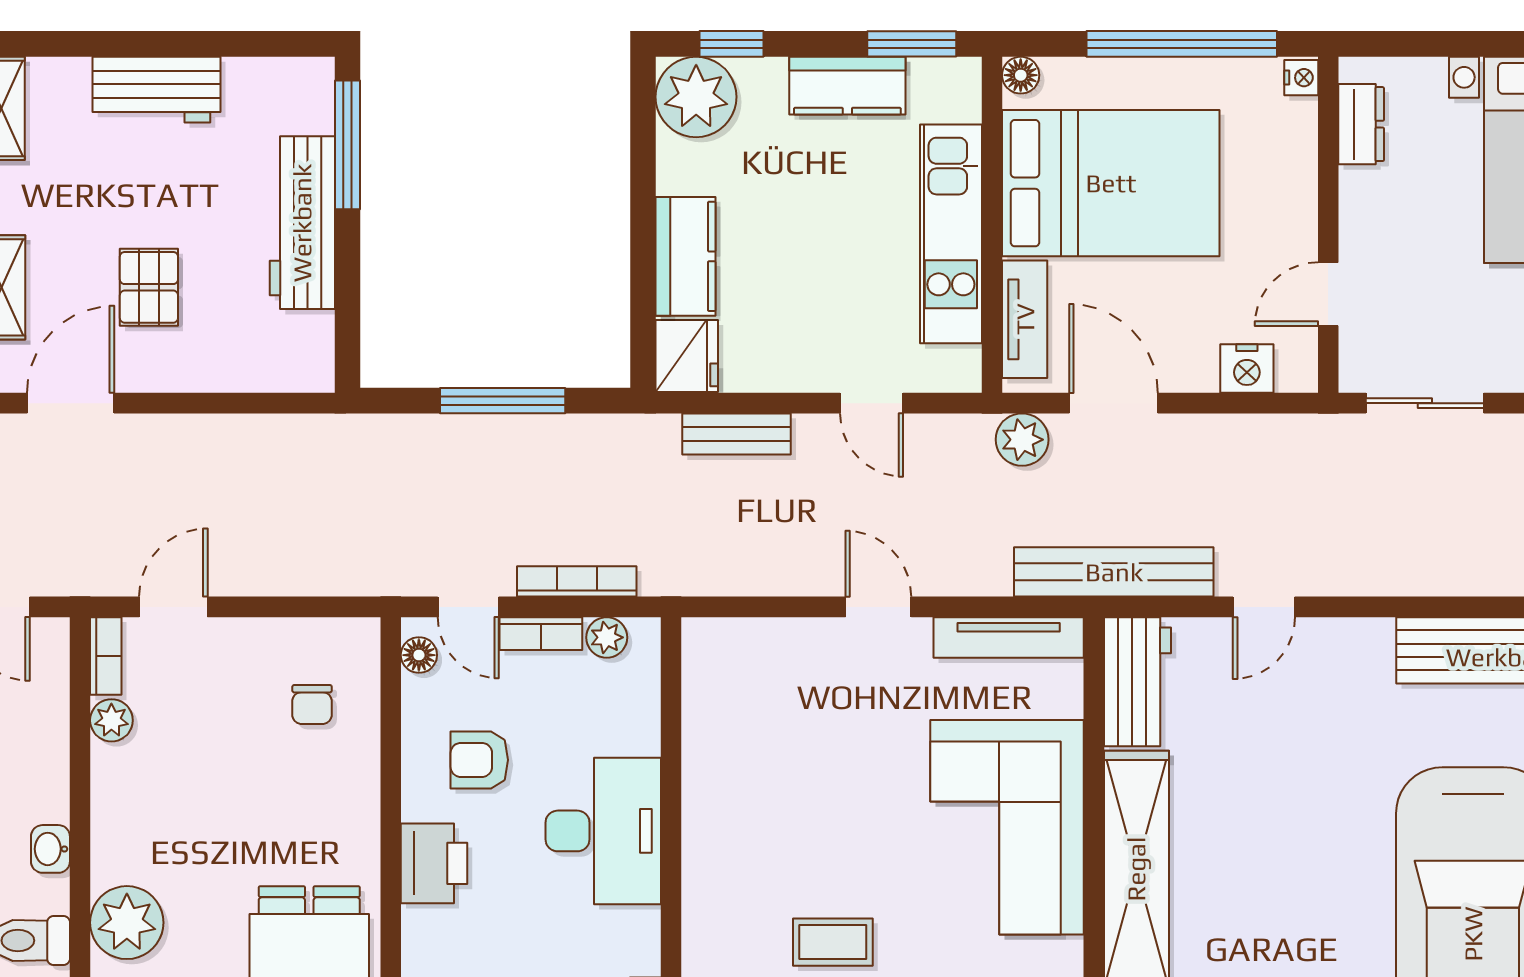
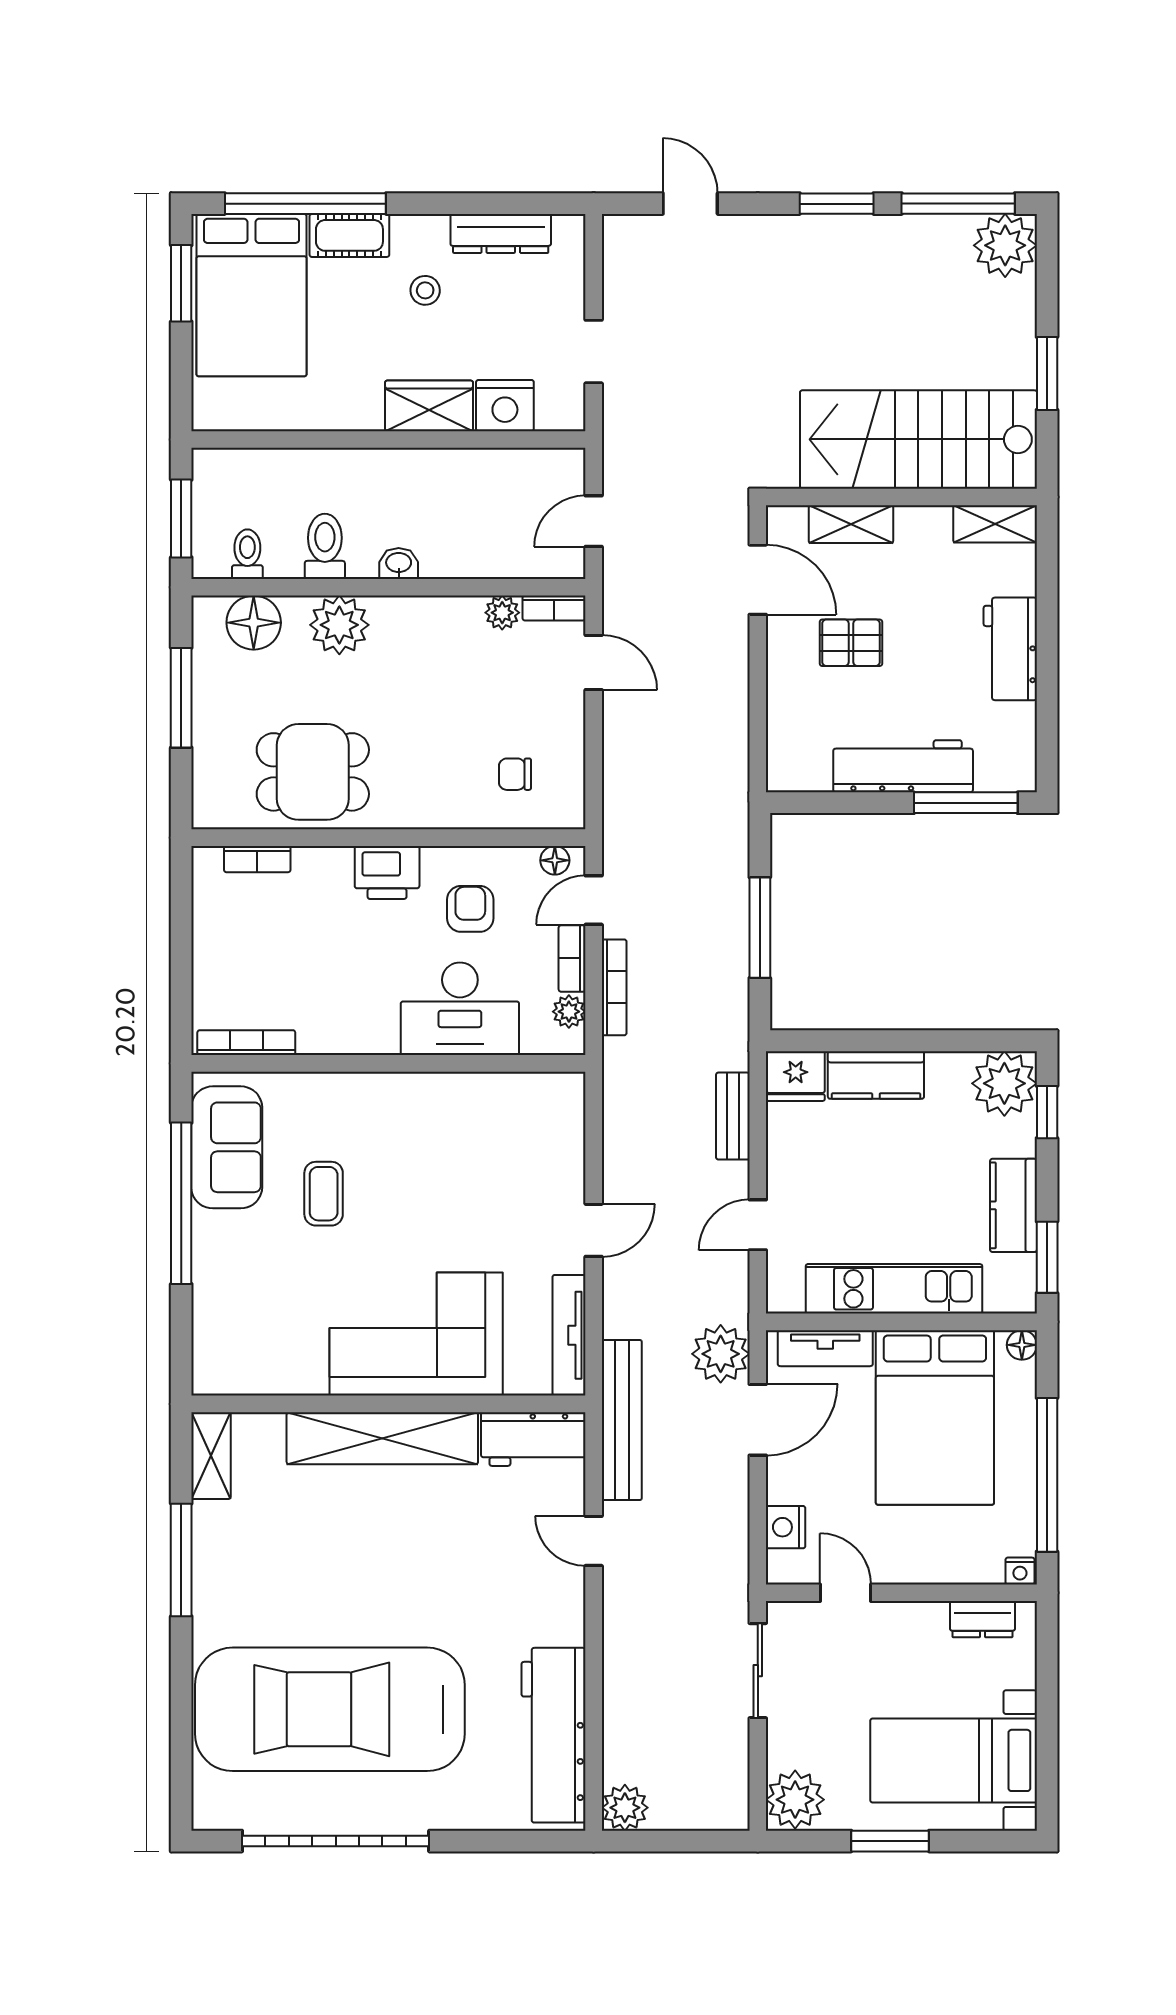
plant: (1022, 440) -> (721, 1354), width x1.36, depth x1.36
desk: (603, 831) -> (460, 1009), moved

